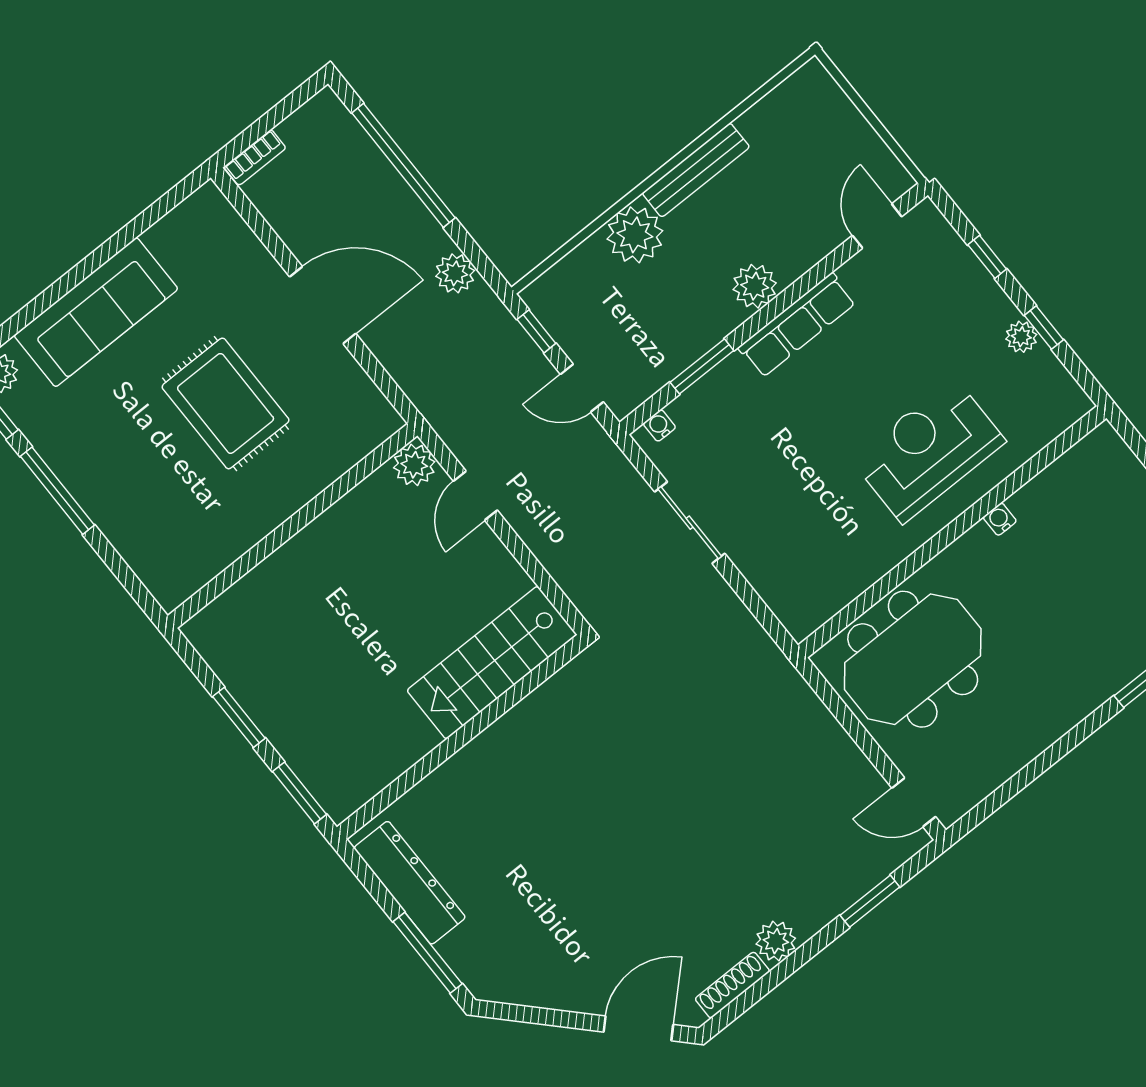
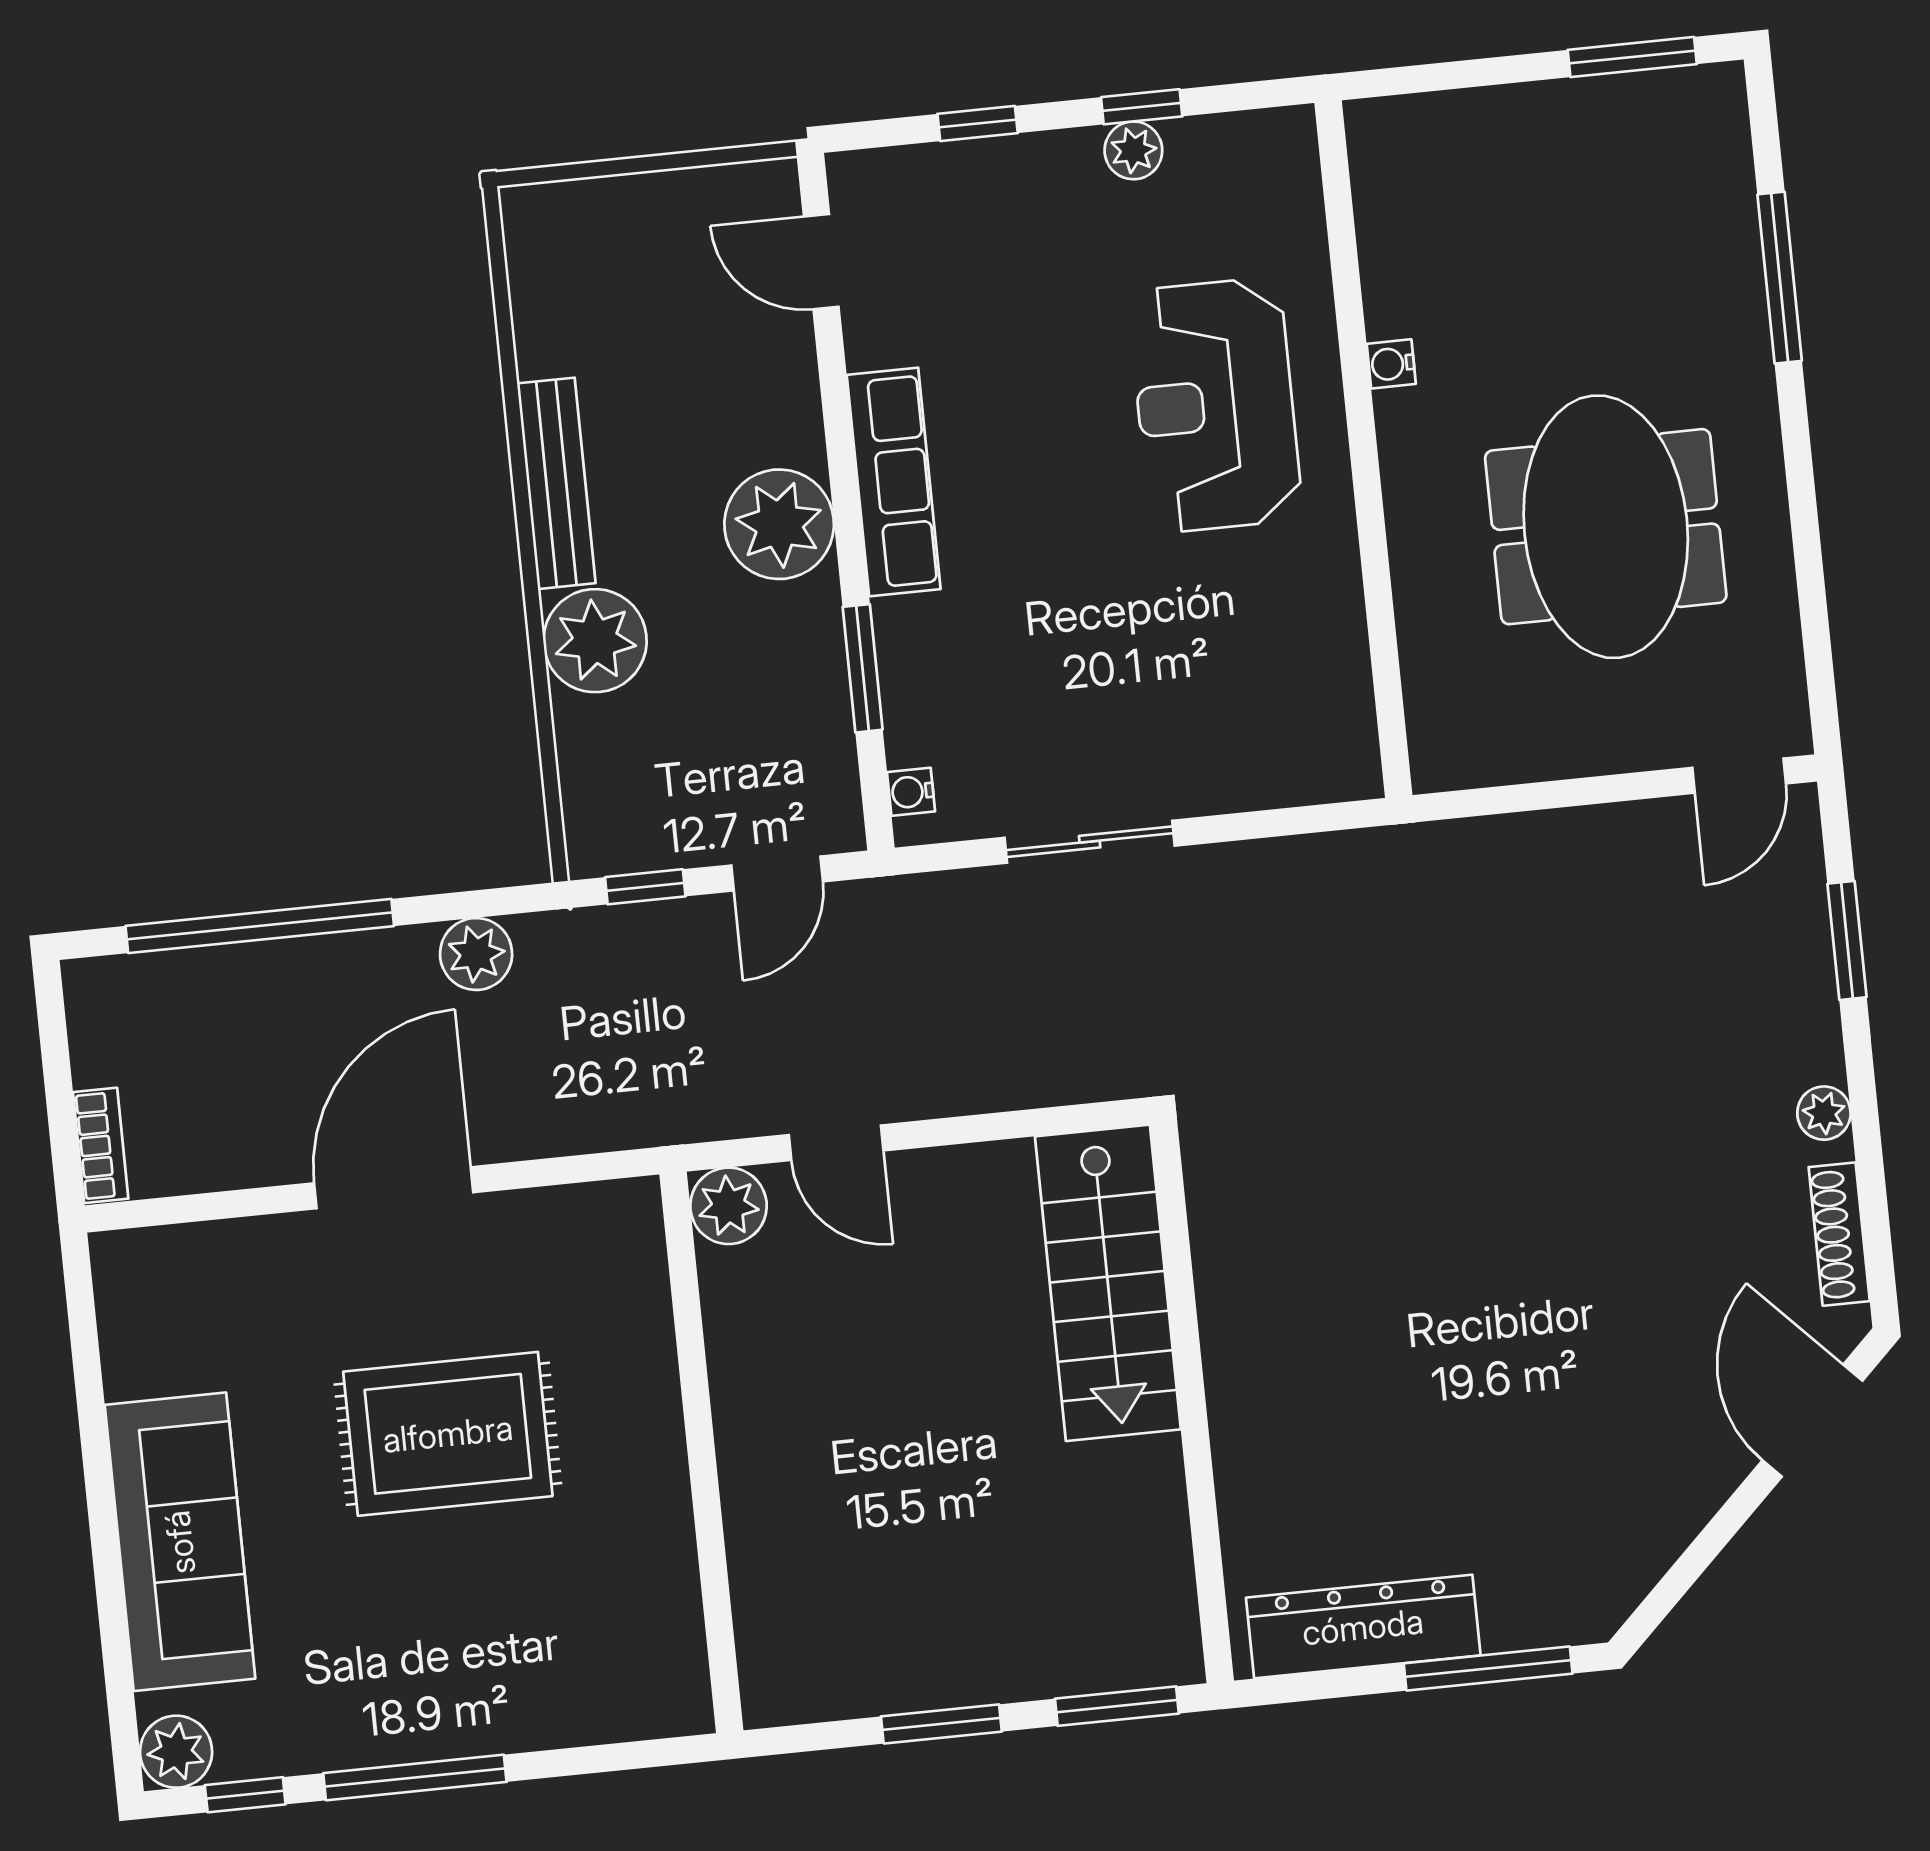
plant: (755, 286) -> (779, 524), width x1.36, depth x1.36
meeting table: (913, 659) -> (1606, 527), moved
plant: (776, 941) -> (1824, 1113), width x0.73, depth x0.73

